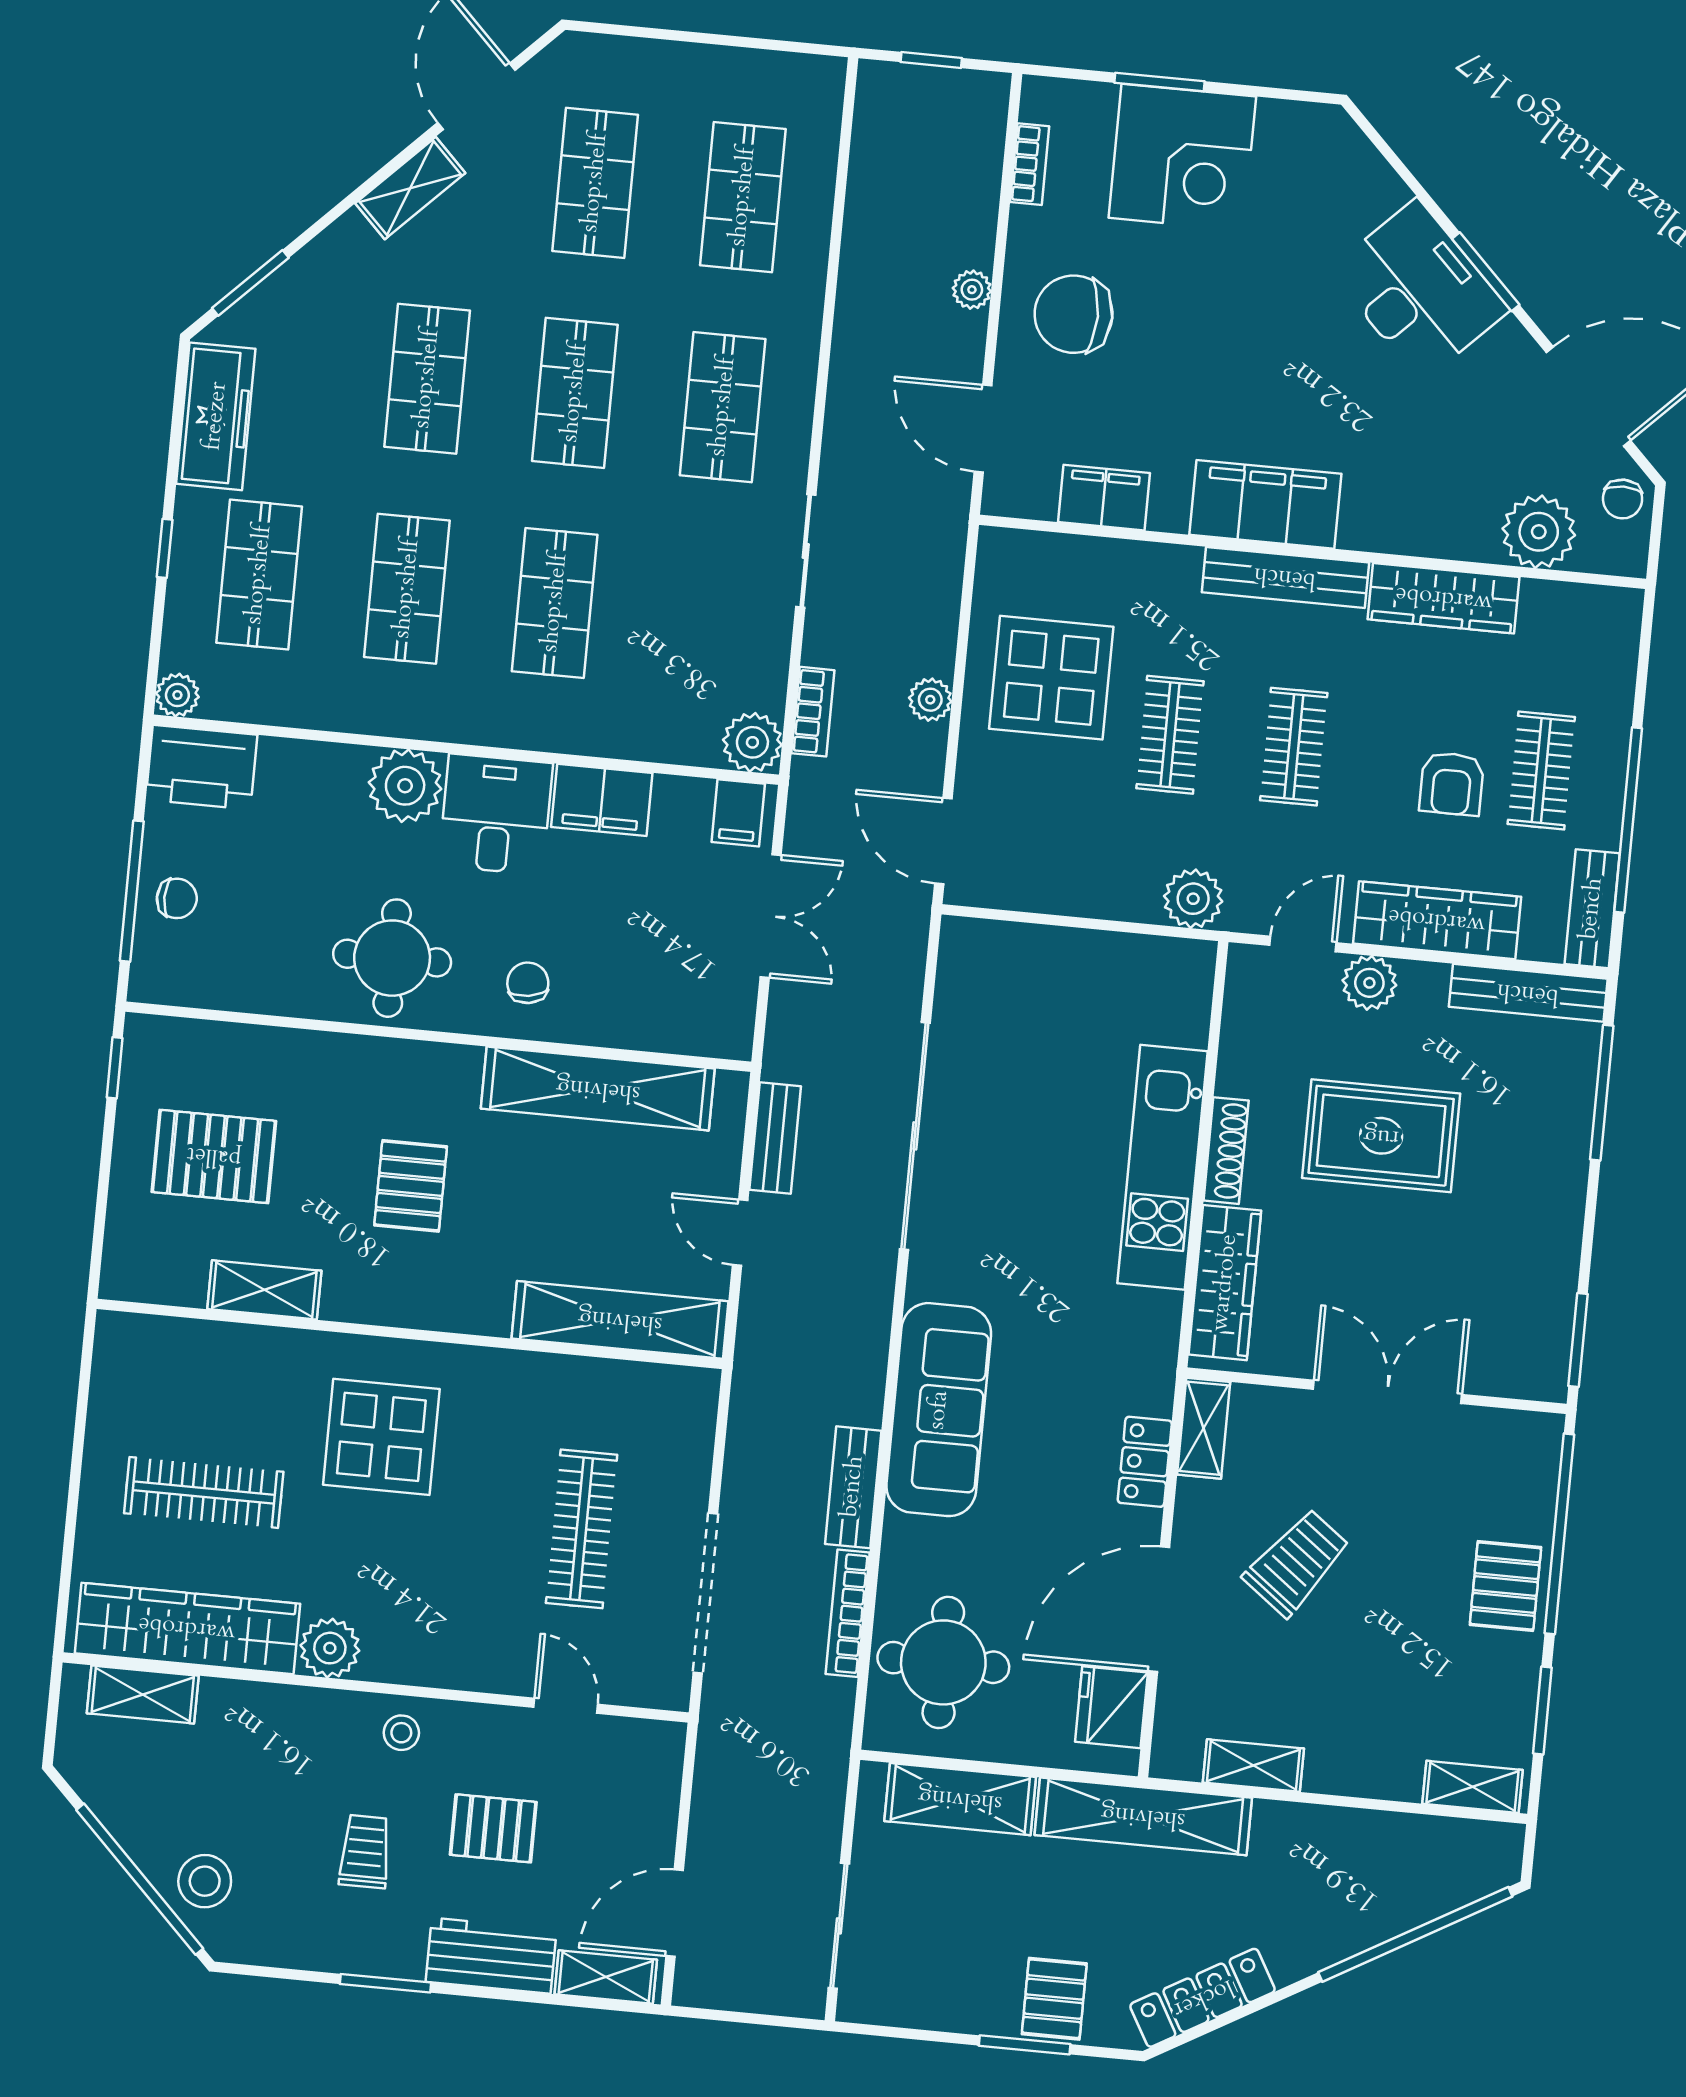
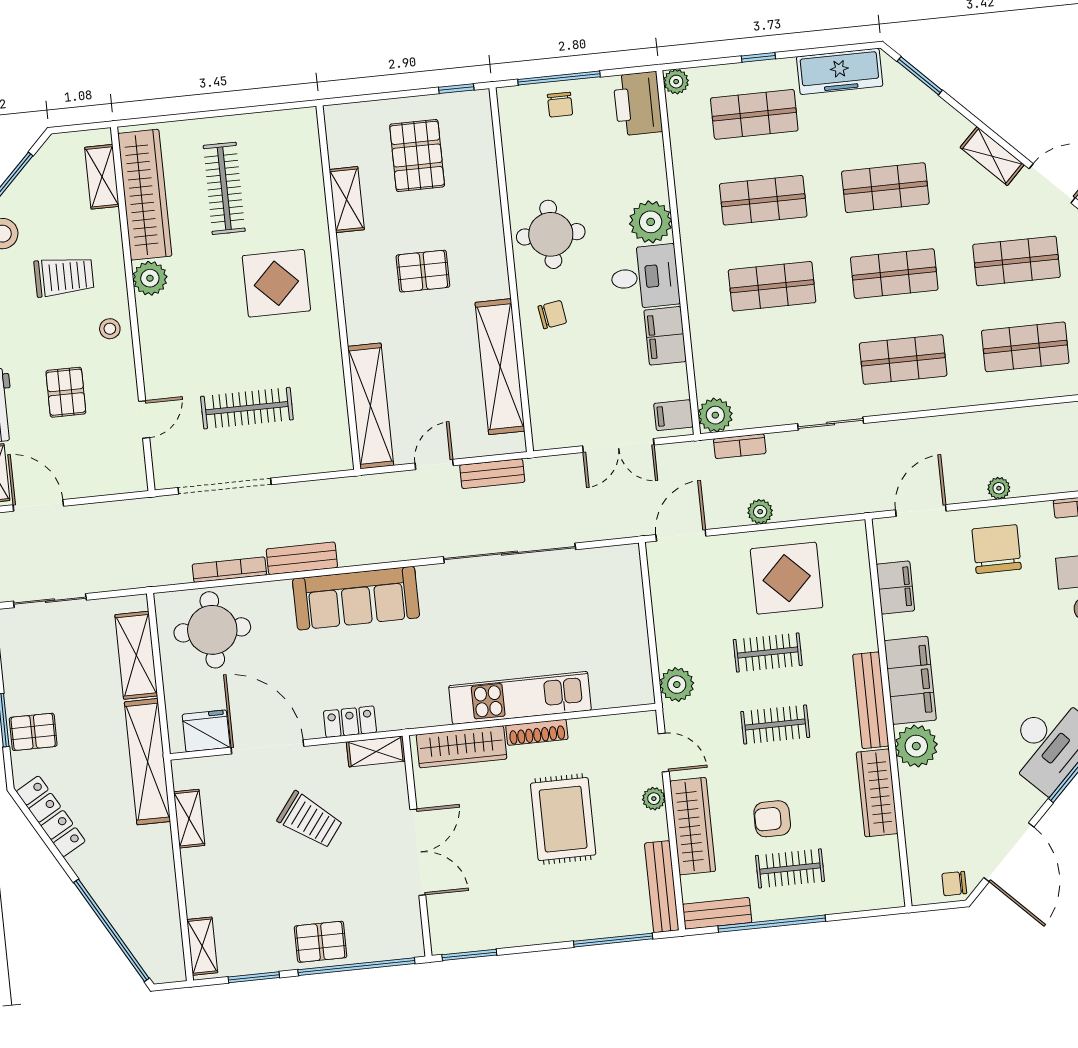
plant: (1539, 532) -> (916, 746), moved
plant: (1369, 983) -> (654, 799), width x0.73, depth x0.73
trolley: (365, 1852) -> (64, 276), moved, width x1.36, depth x1.39

